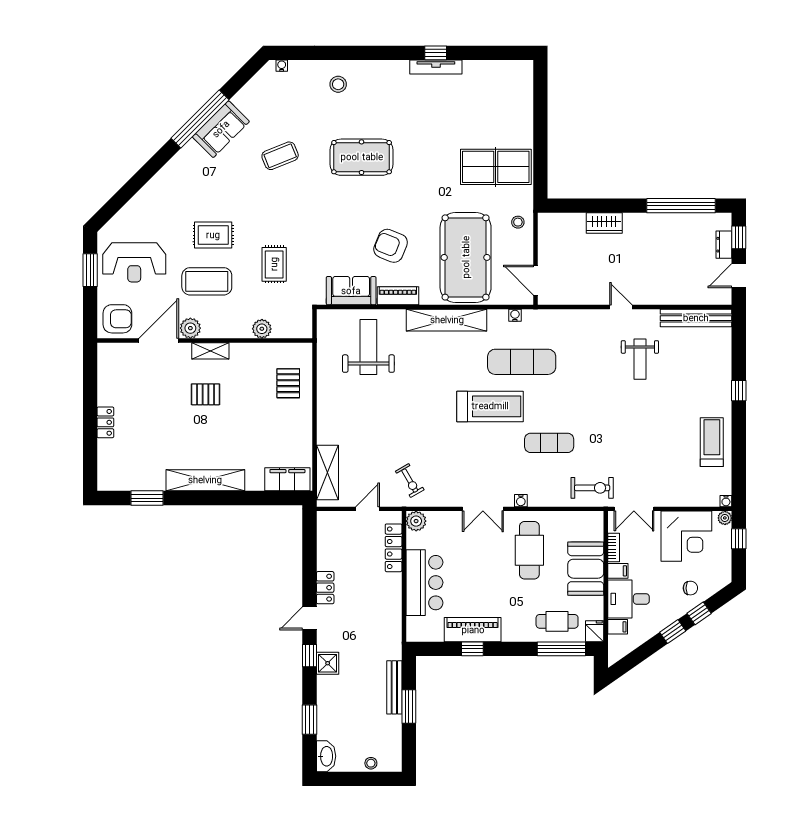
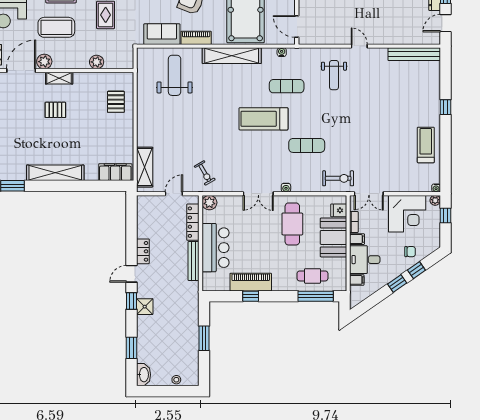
weight bench: (640, 359) -> (334, 75), moved
exercise mat: (522, 362) -> (287, 86), width x0.73, depth x0.69
treadmill: (490, 406) -> (263, 119), turned 180
fridge: (595, 631) -> (339, 210), moved, turned -90
bench: (394, 687) -> (193, 261), moved

